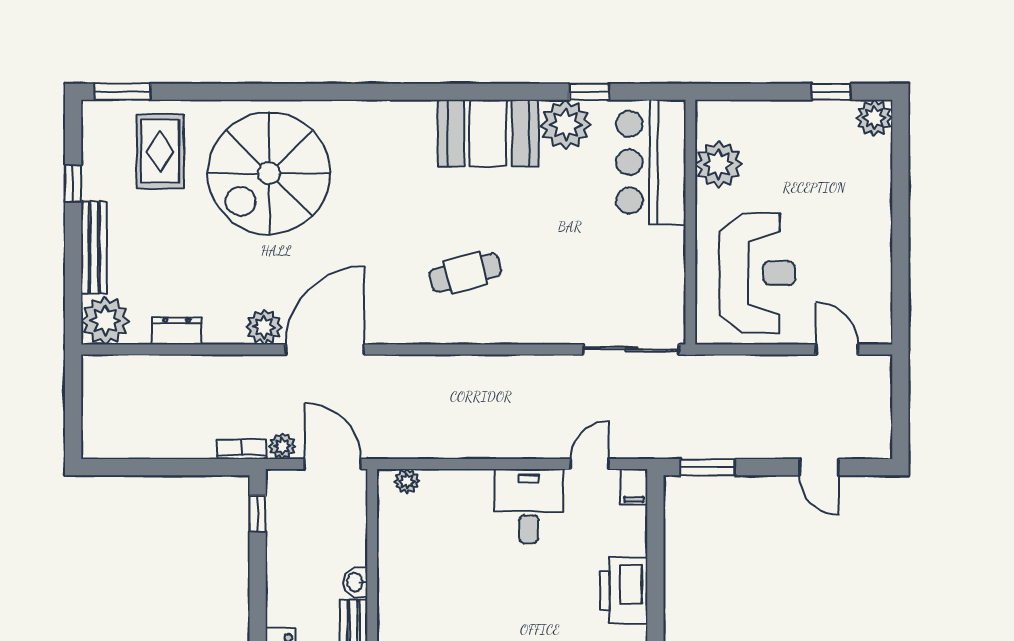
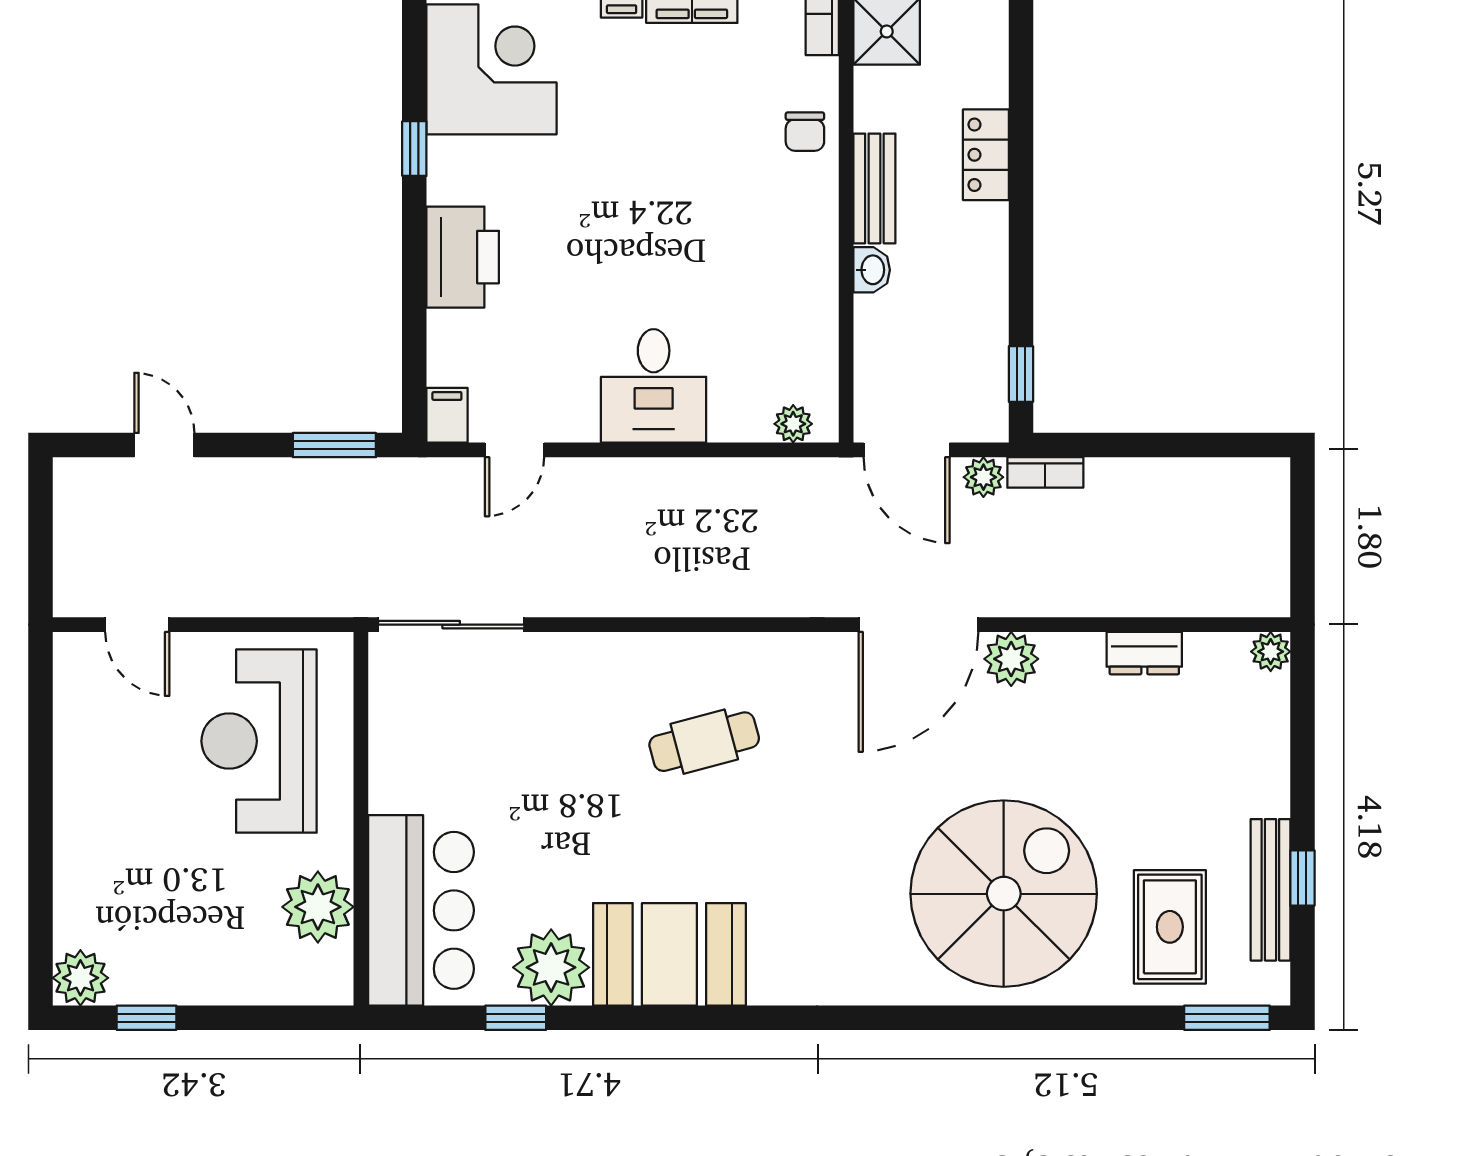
bench: (94, 247) -> (1270, 890), moved
plant: (105, 321) -> (1271, 652), width x0.53, depth x0.53
desk: (529, 506) -> (654, 386), moved

